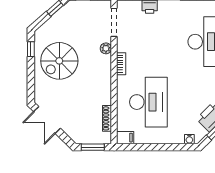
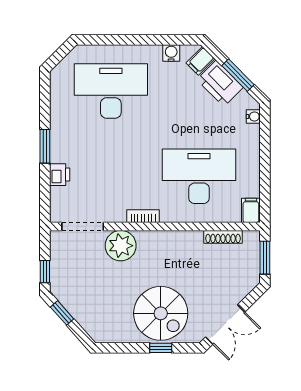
plant: (106, 48) -> (121, 246), width x1.87, depth x1.87
window: (31, 49) -> (161, 348), moved
spiral stairs: (59, 61) -> (161, 313), moved

